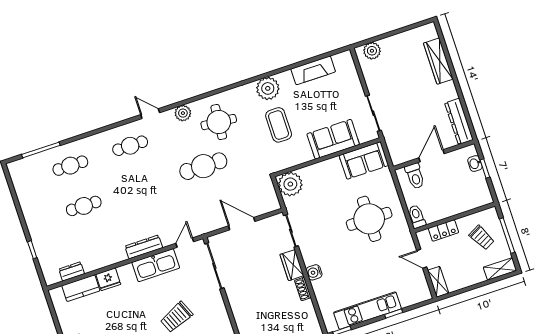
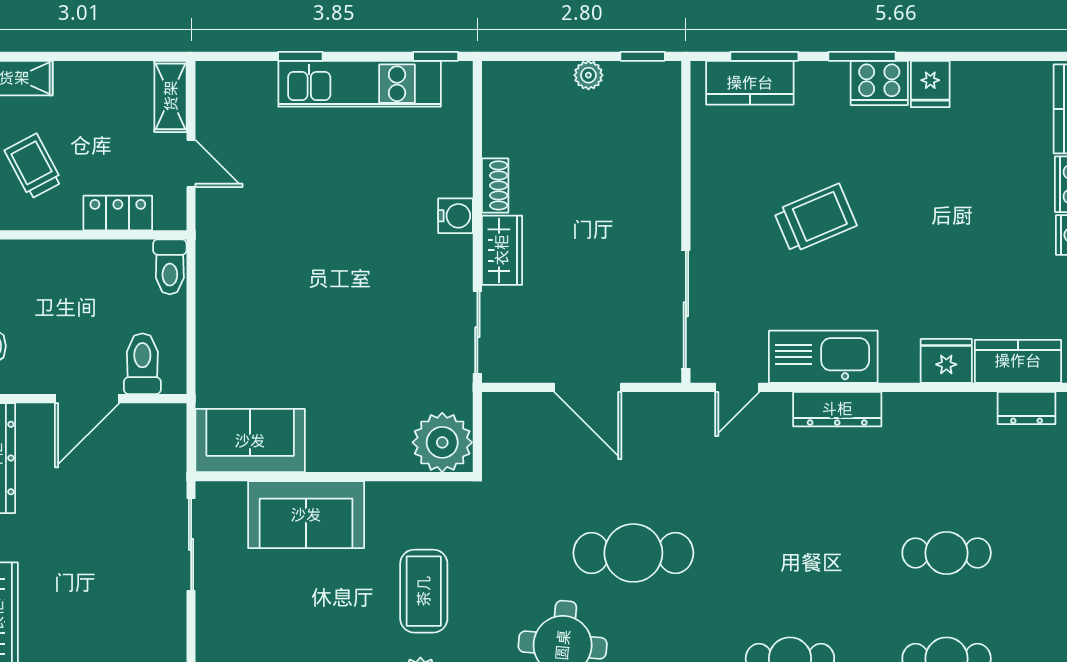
round table: (369, 219) -> (284, 299), removed

